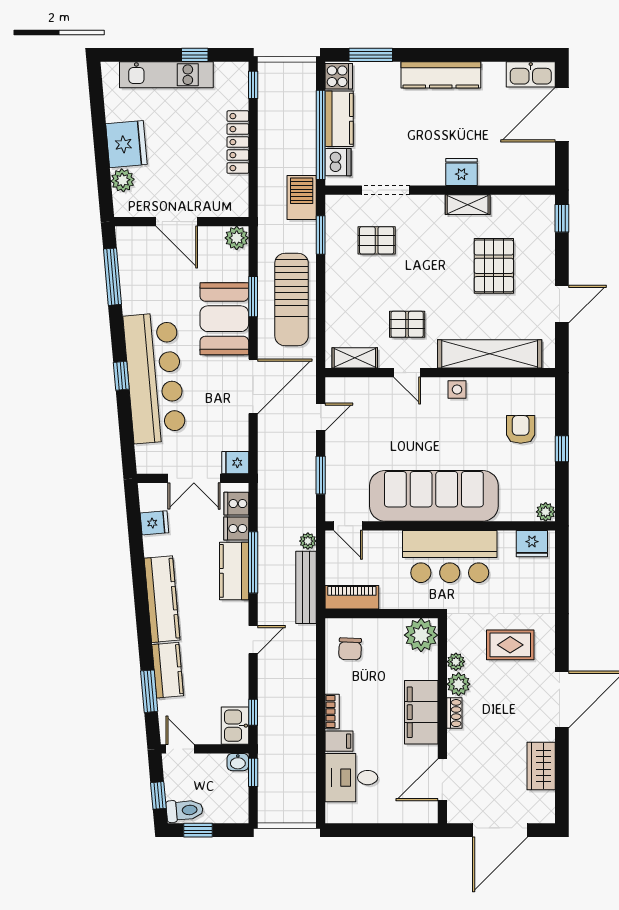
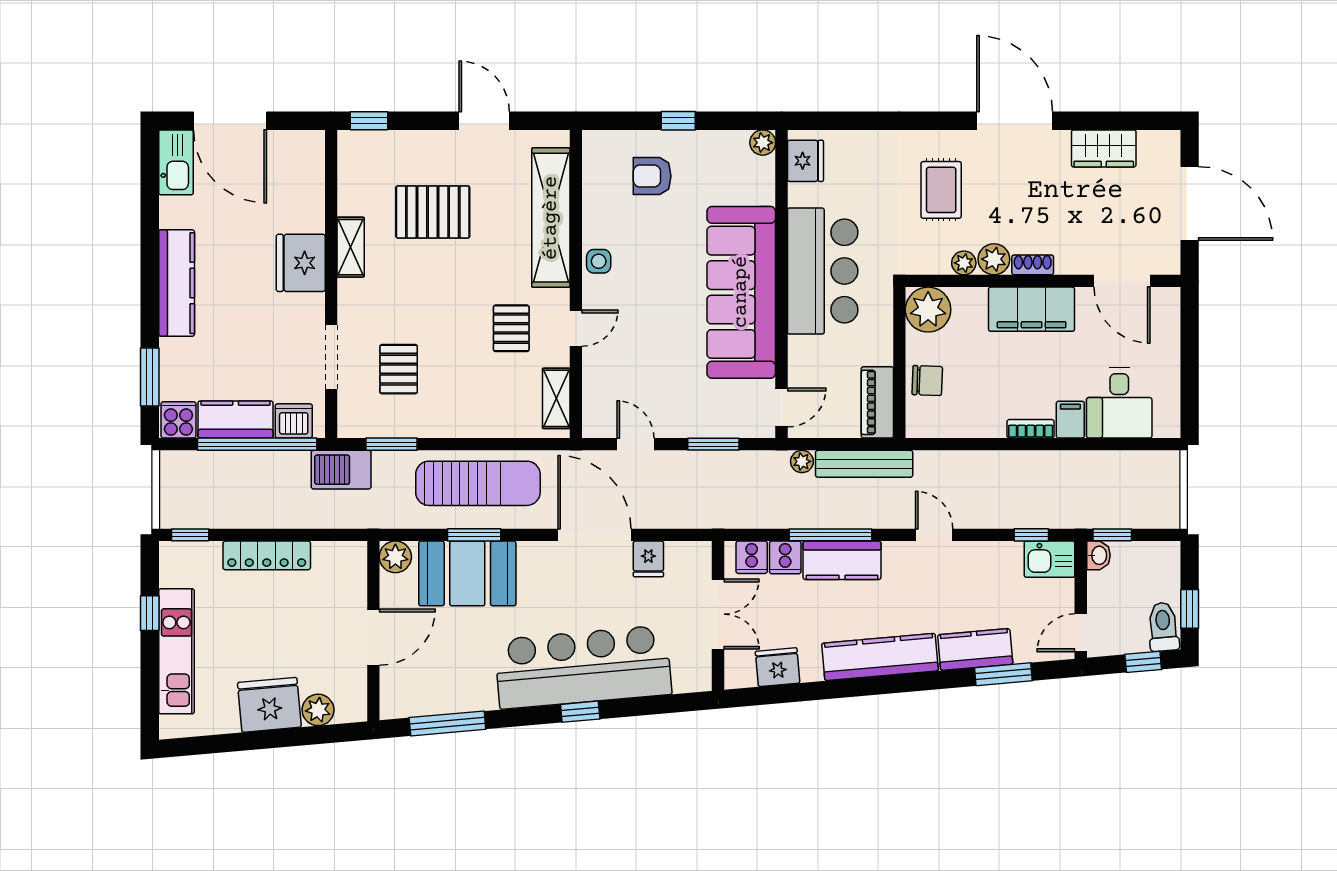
fridge: (461, 172) -> (301, 263), width x1.36, depth x1.34
booth: (224, 319) -> (467, 573), moved
fridge: (235, 463) -> (648, 559), moved
fridge: (154, 523) -> (778, 667), width x1.38
chair: (350, 649) -> (927, 381), moved

